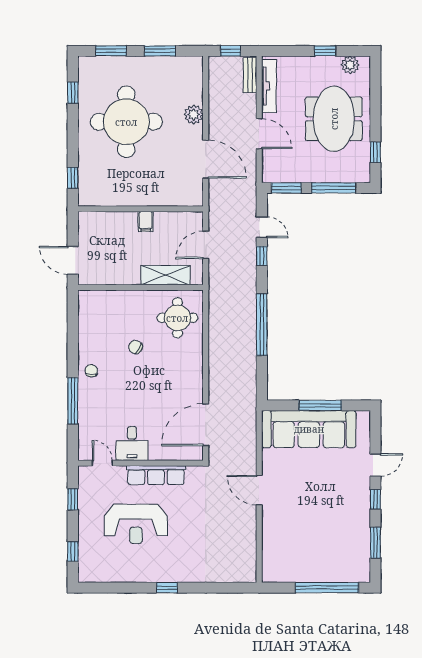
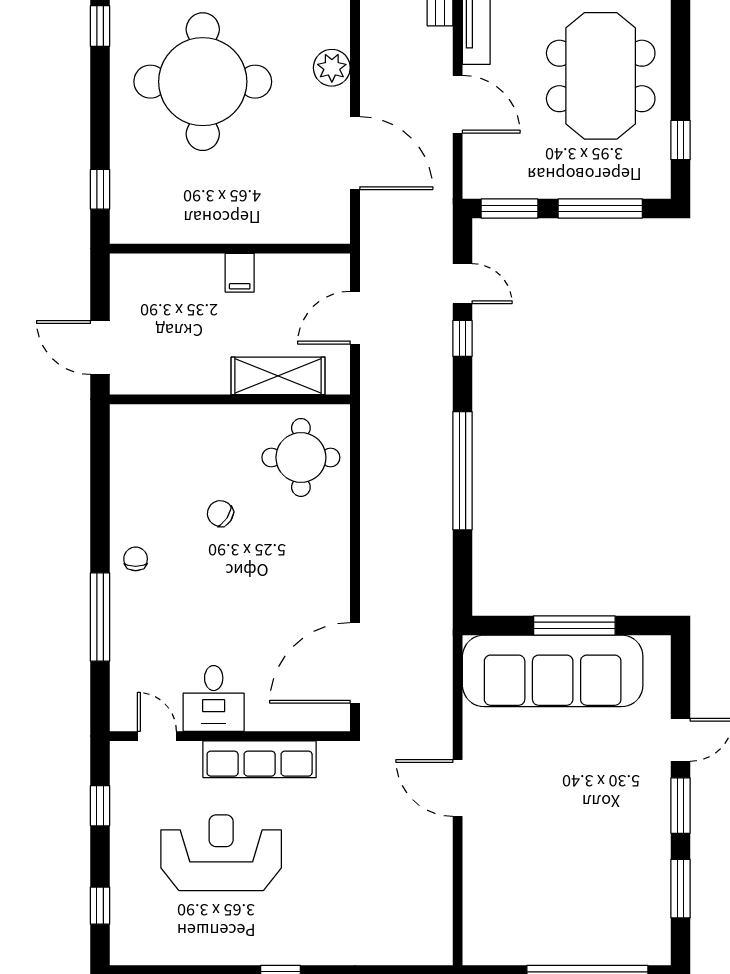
window: (375, 499) -> (681, 806), width x1.50
reception desk: (136, 524) -> (221, 853), turned 180

